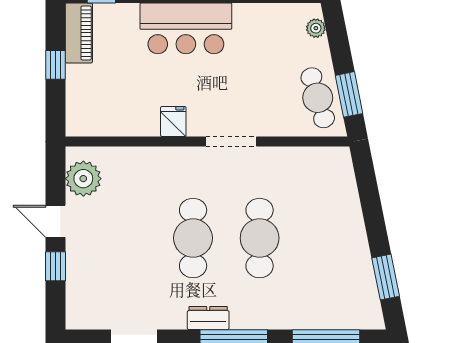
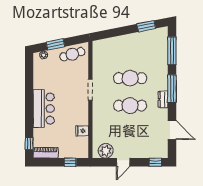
window: (56, 65) -> (70, 162), moved
window: (349, 94) -> (55, 44), moved
fridge: (173, 122) -> (82, 131), moved
window: (56, 266) -> (155, 162), moved

